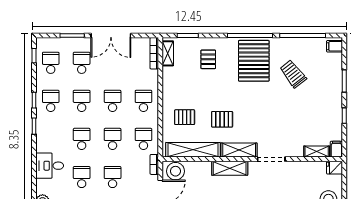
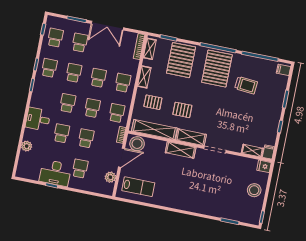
pallet: (208, 59) -> (181, 60), width x2.05, depth x2.00
trolley: (293, 74) -> (246, 85), turned 133
shelving: (168, 89) -> (144, 77), added

